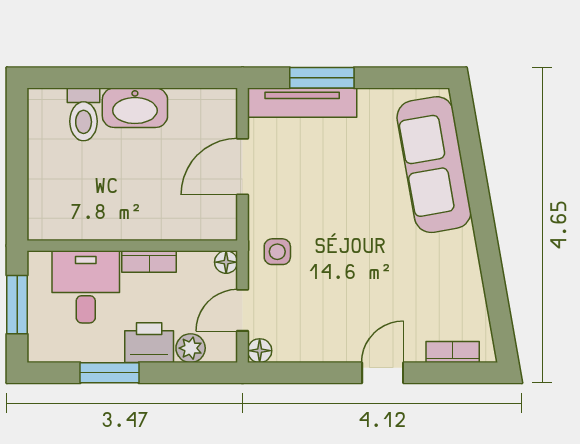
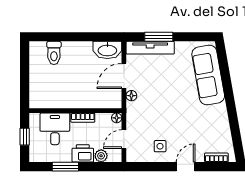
washbasin: (135, 108) -> (107, 50), moved
side table: (277, 252) -> (160, 146), moved
window: (17, 305) -> (25, 137), width x0.67
floor lamp: (260, 351) -> (131, 96), moved

